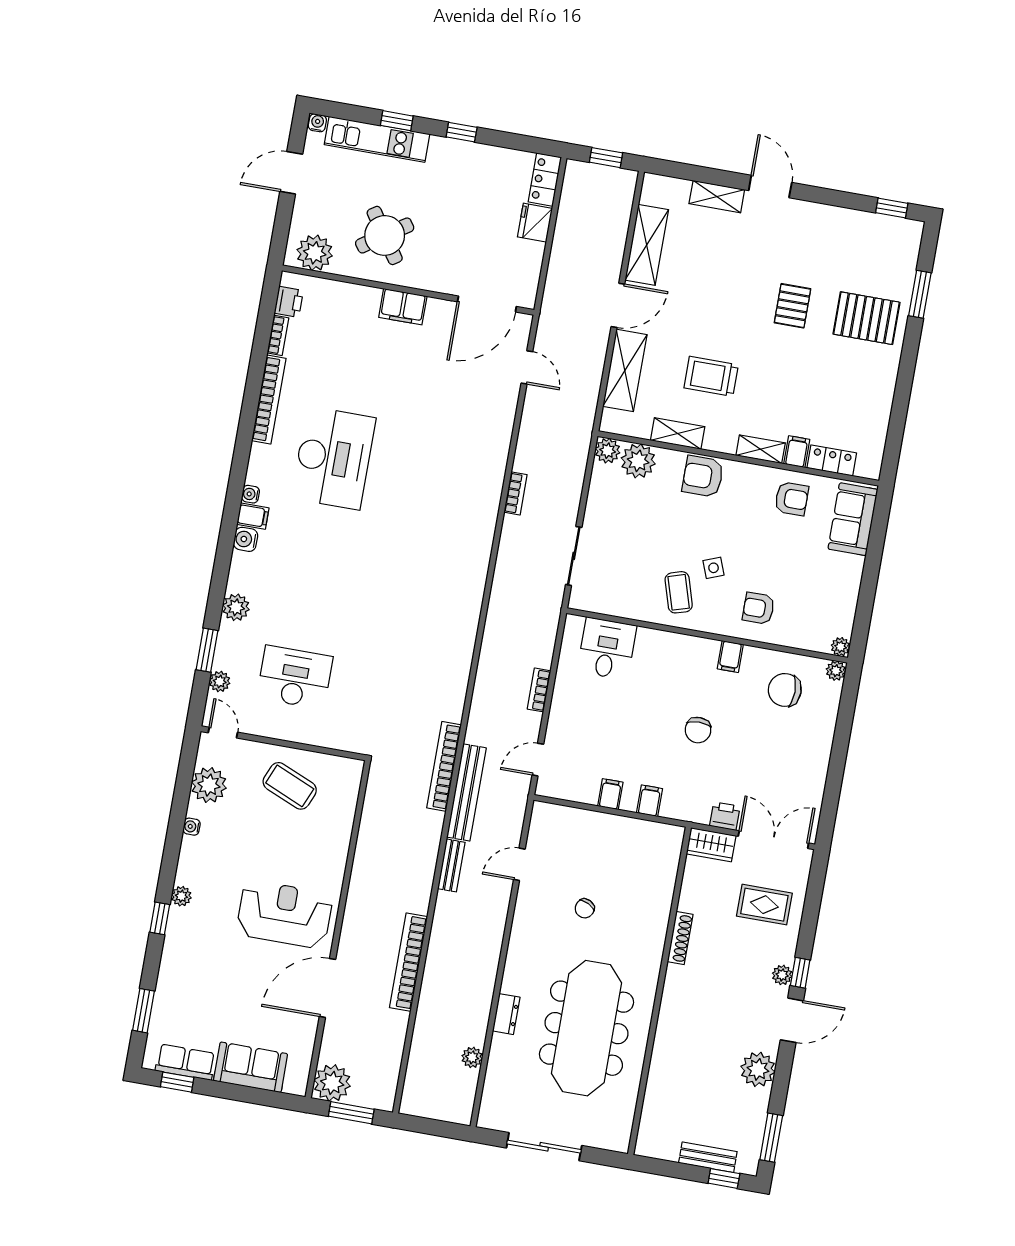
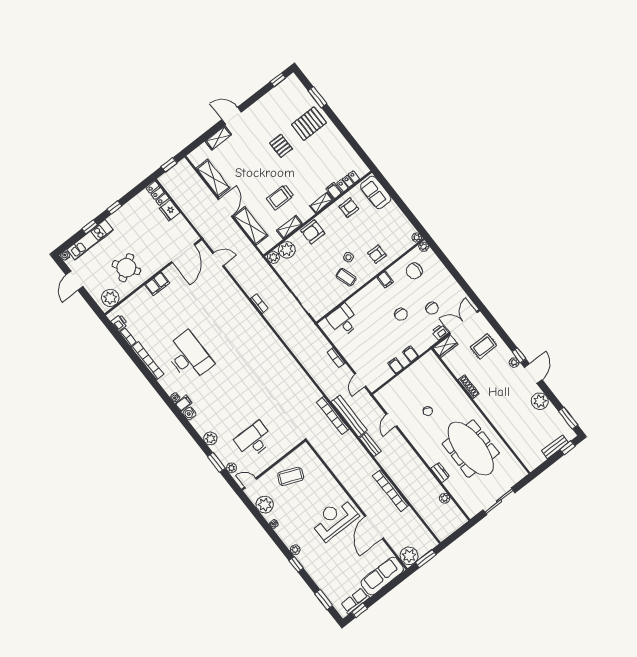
chair: (751, 770) -> (432, 308), added
sofa: (251, 1067) -> (382, 576), width x1.36

